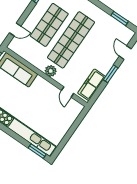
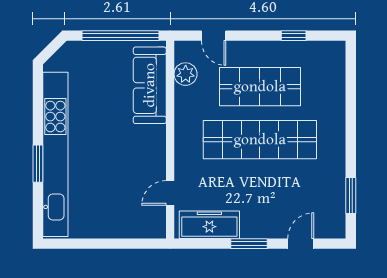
plant: (51, 71) -> (186, 74), moved
window: (37, 151) -> (38, 164), moved

